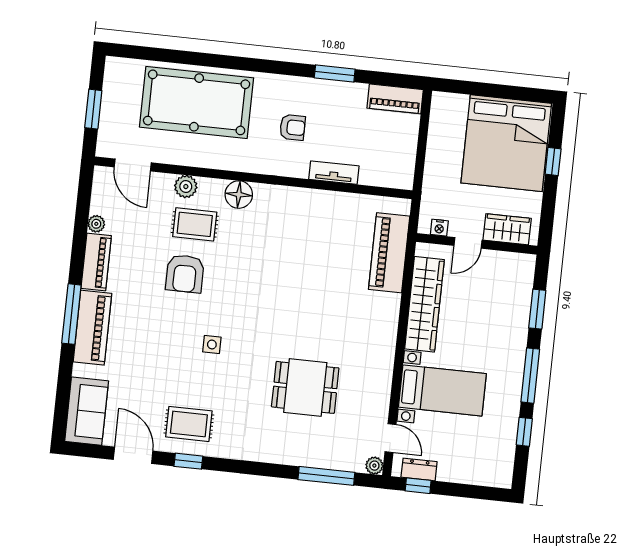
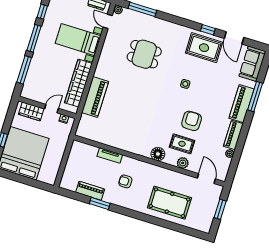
piano: (395, 99) -> (90, 191), moved
pool table: (197, 102) -> (169, 203), width x0.73, depth x0.76
piano: (389, 253) -> (95, 97), moved
window: (537, 309) -> (24, 70), width x1.44
window: (71, 314) -> (255, 97), moved
rug: (189, 424) -> (204, 48), width x1.36, depth x1.43

